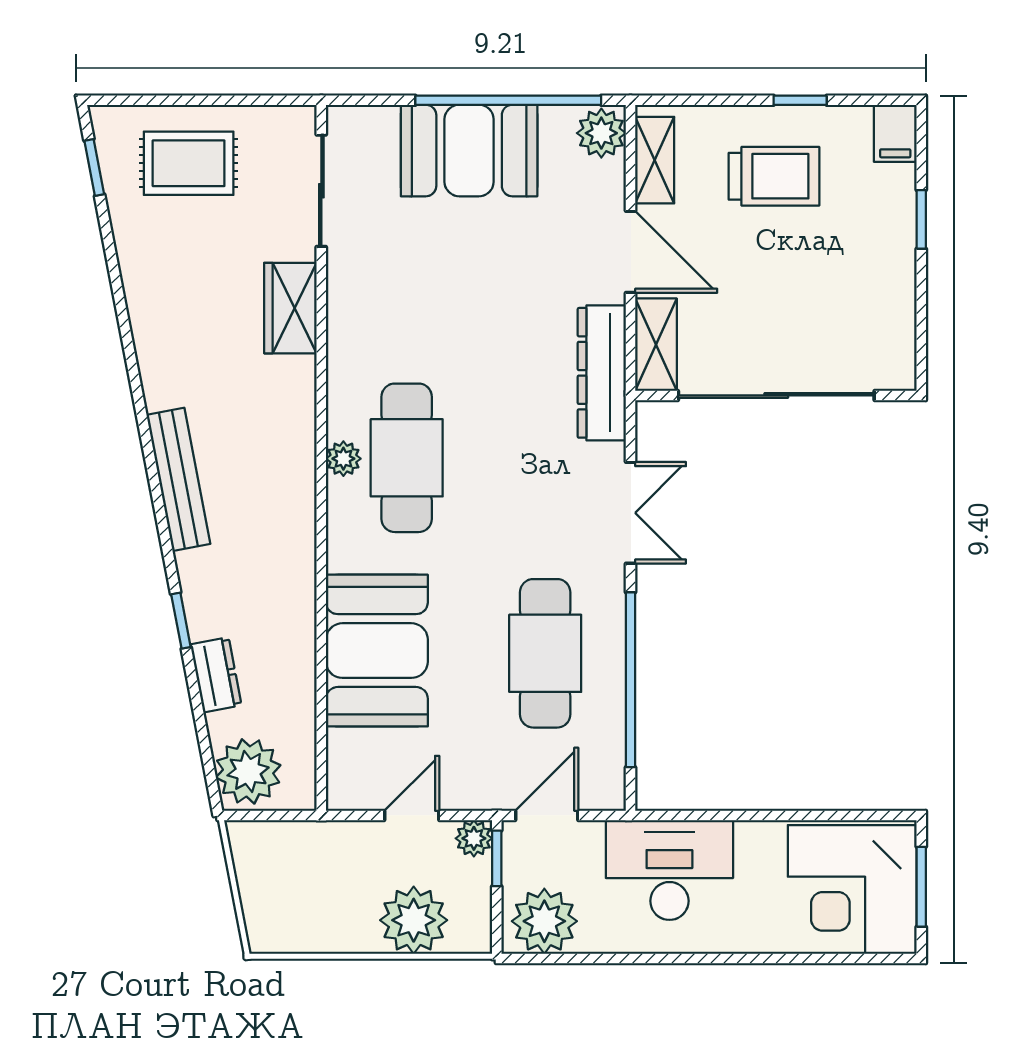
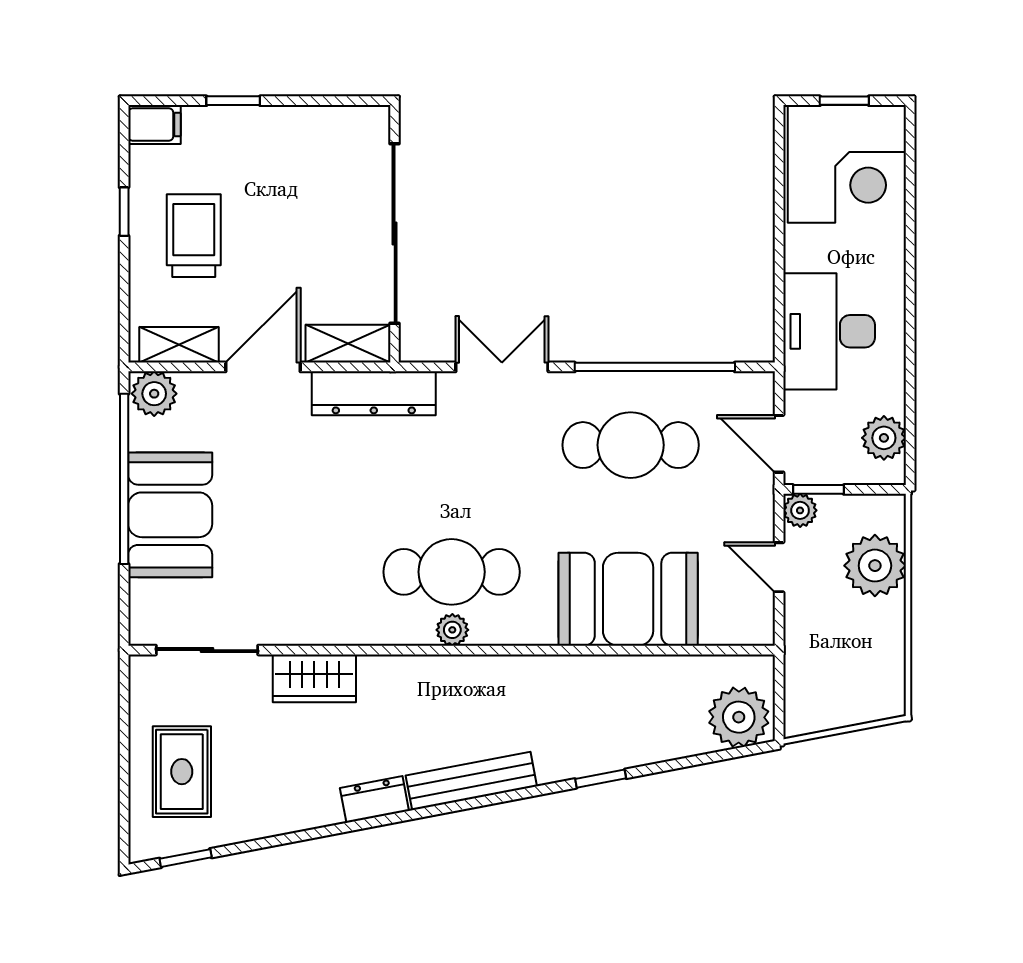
dresser: (216, 675) -> (374, 799), moved
window: (921, 887) -> (844, 101), width x0.67
plant: (544, 921) -> (884, 438), width x0.73, depth x0.73

